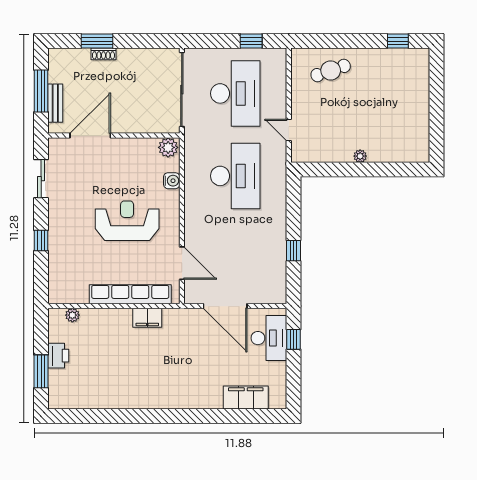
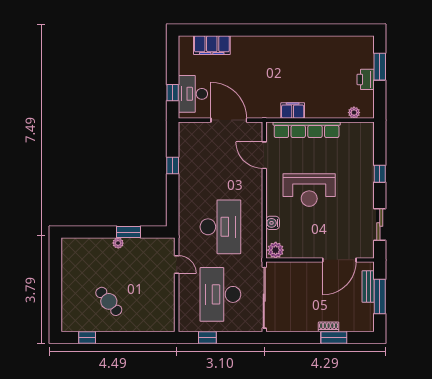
cafe table: (331, 70) -> (109, 301), moved, turned 69
window: (347, 170) -> (128, 232), added
desk: (235, 176) -> (220, 227), turned 180

